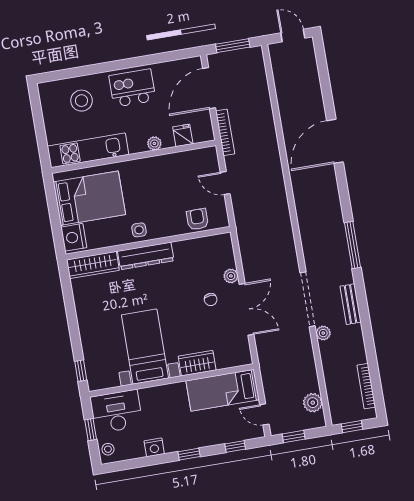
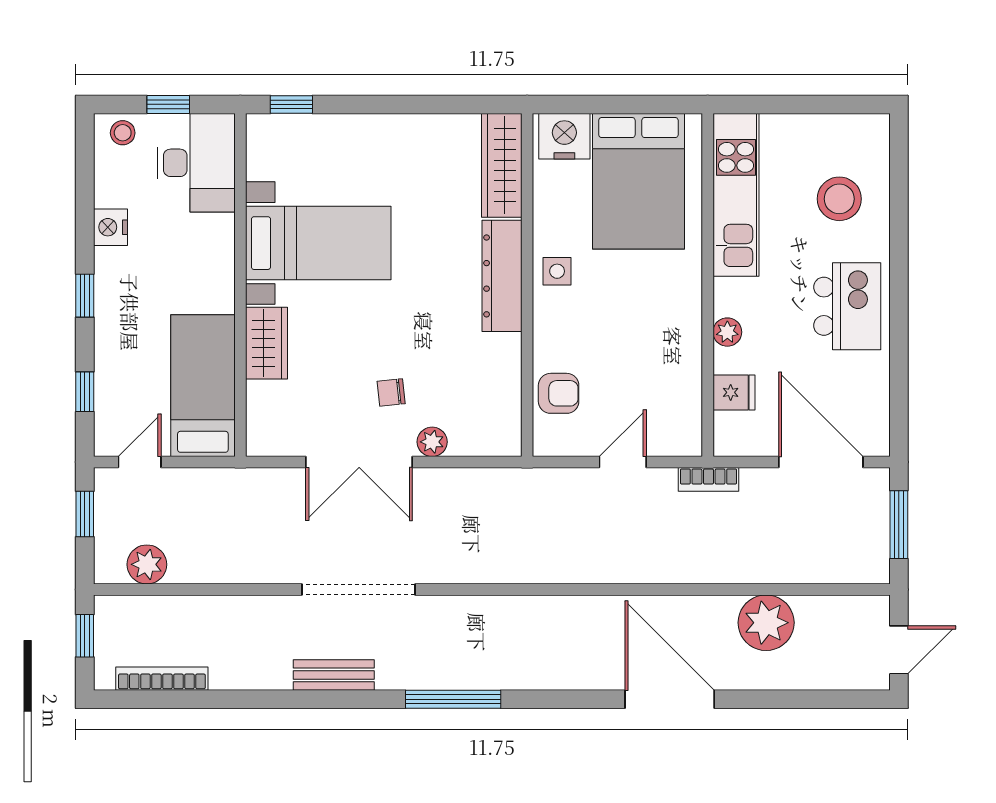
bookcase: (225, 132) -> (708, 479), width x0.64
plant: (323, 333) -> (766, 623), moved, width x1.88, depth x1.88

